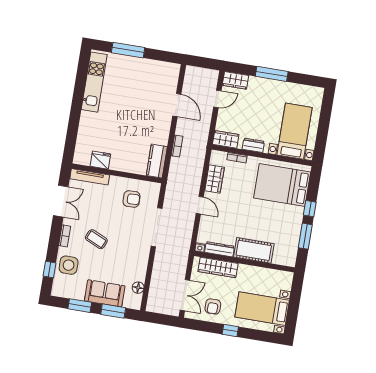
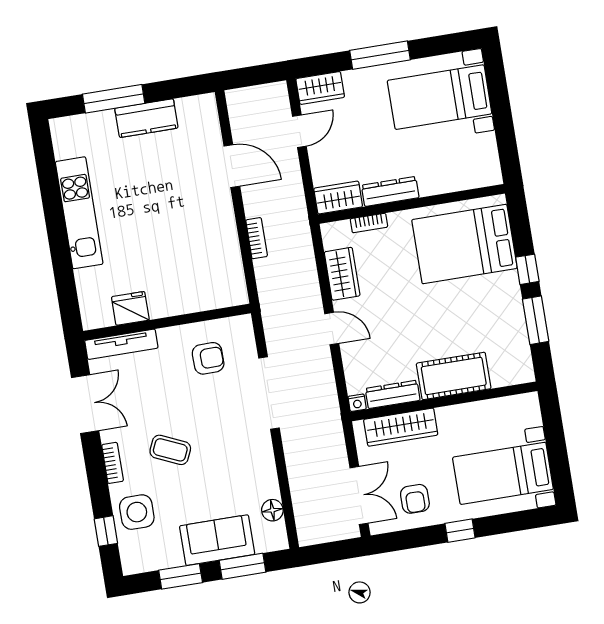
kitchen unit: (94, 82) -> (79, 213), moved
bed with nightstands: (294, 131) -> (440, 97), moved, turned -90
dresser: (253, 145) -> (390, 191), width x1.44
kitchen counter: (157, 161) -> (146, 118), moved, turned -90

